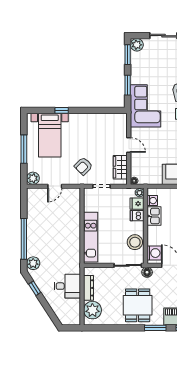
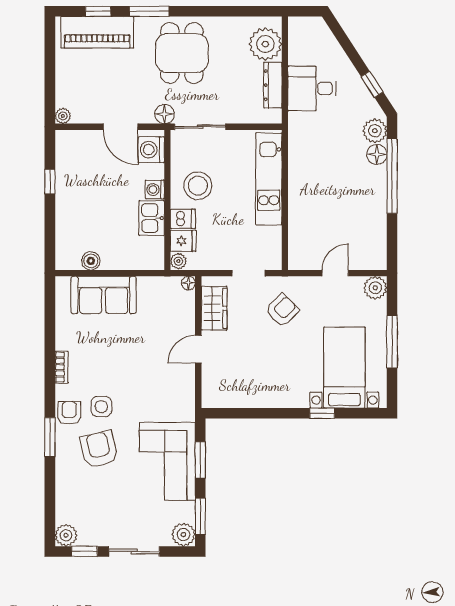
corner sofa: (146, 106) -> (167, 461), moved
door: (129, 145) -> (198, 349), hinge flipped
washing machine: (152, 201) -> (155, 190), moved
stool: (135, 242) -> (198, 186), moved
floor lamp: (32, 250) -> (377, 154), added

